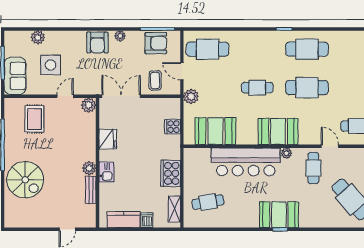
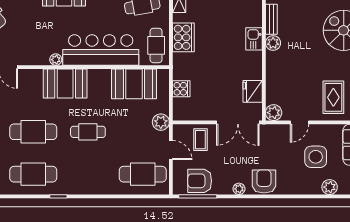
fridge: (108, 139) -> (253, 91), moved
cafe table: (313, 168) -> (156, 45), moved

